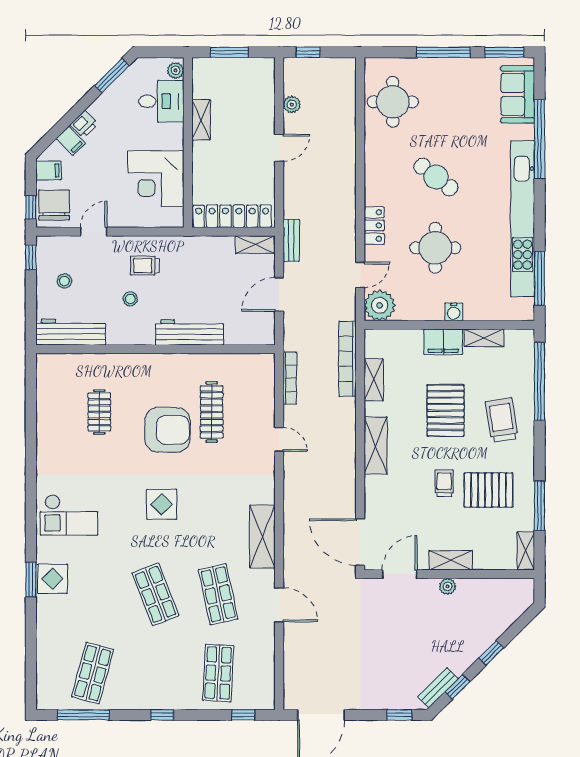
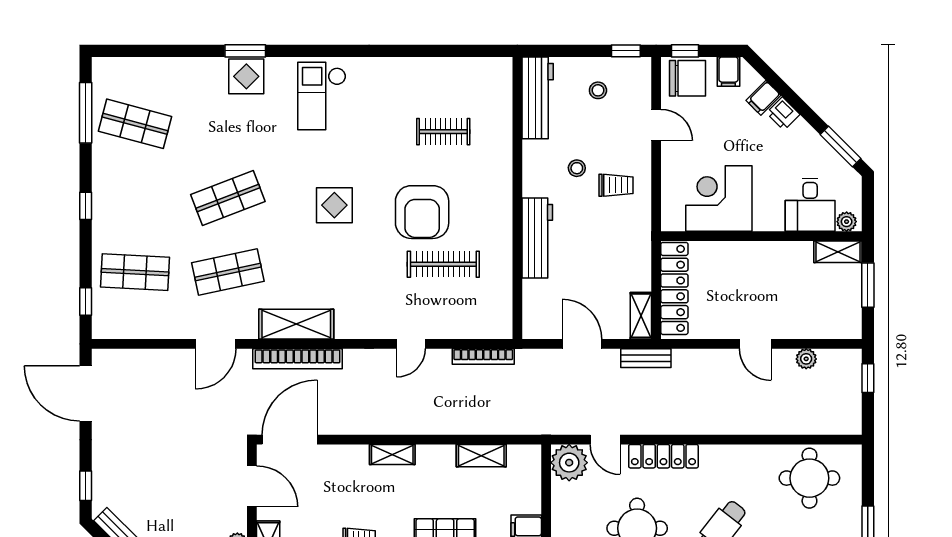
shelving: (201, 120) -> (838, 252), moved
locker: (374, 225) -> (663, 456), width x1.53
trolley: (145, 266) -> (616, 185), turned 90
bookcase: (348, 359) -> (298, 359), moved, turned 180
shelving: (376, 446) -> (392, 455), width x0.67, depth x0.75

